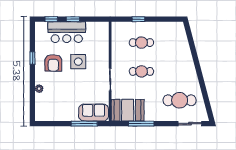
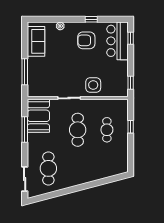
window: (73, 19) -> (131, 83), moved
bar counter: (67, 32) -> (117, 41), moved
side table: (78, 62) -> (93, 85), moved
cafe table: (141, 71) -> (78, 130), width x1.37, depth x1.35
sofa: (94, 113) -> (36, 41), moved

